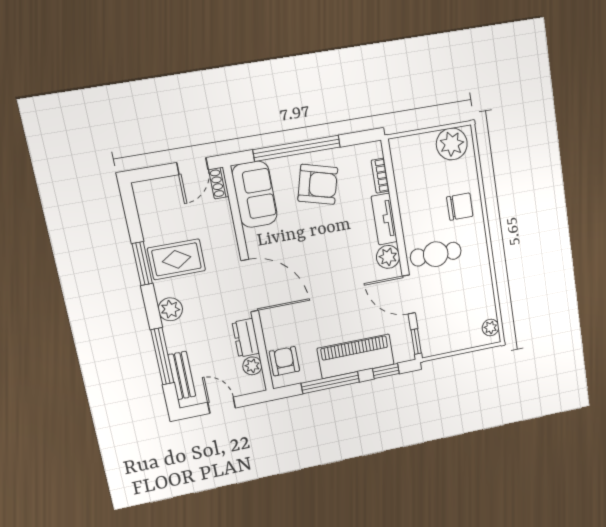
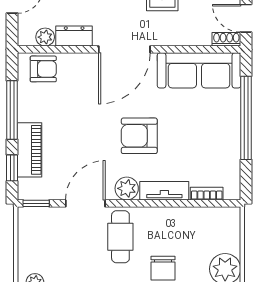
armchair: (318, 184) -> (139, 136), moved, turned 75
sofa: (255, 194) -> (199, 70), width x1.36
piano: (356, 356) -> (30, 150), width x0.73, depth x0.75

